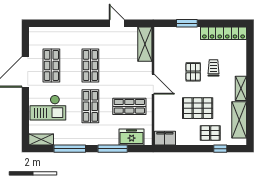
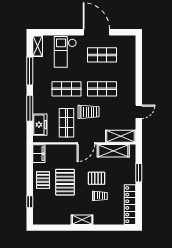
trolley: (117, 81) -> (89, 112), added
shelving: (239, 120) -> (113, 151), moved
pallet: (210, 133) -> (43, 180), moved

